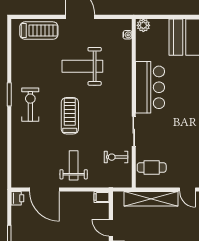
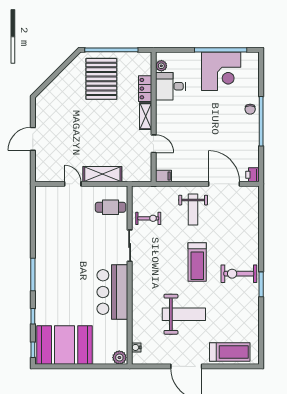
treadmill: (39, 31) -> (230, 352), turned 180
exercise bike: (30, 105) -> (239, 274), turned 90
shelving: (151, 199) -> (102, 174), width x0.68

